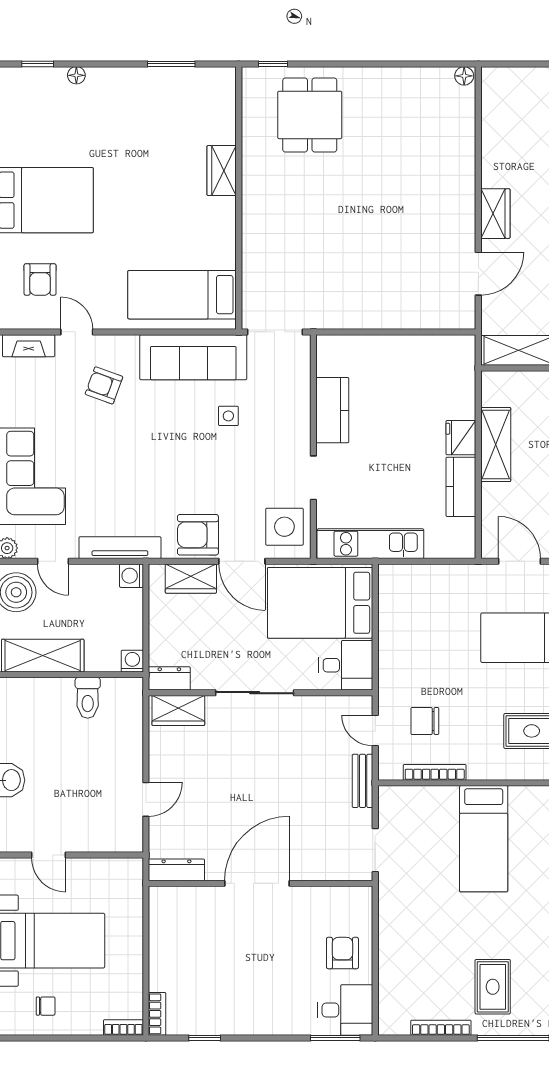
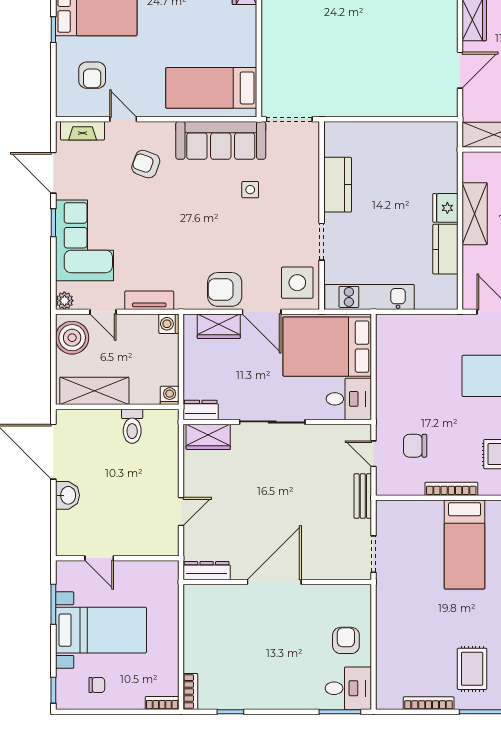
tv unit: (120, 548) -> (149, 300), width x0.71
bookcase: (435, 772) -> (451, 489), moved

